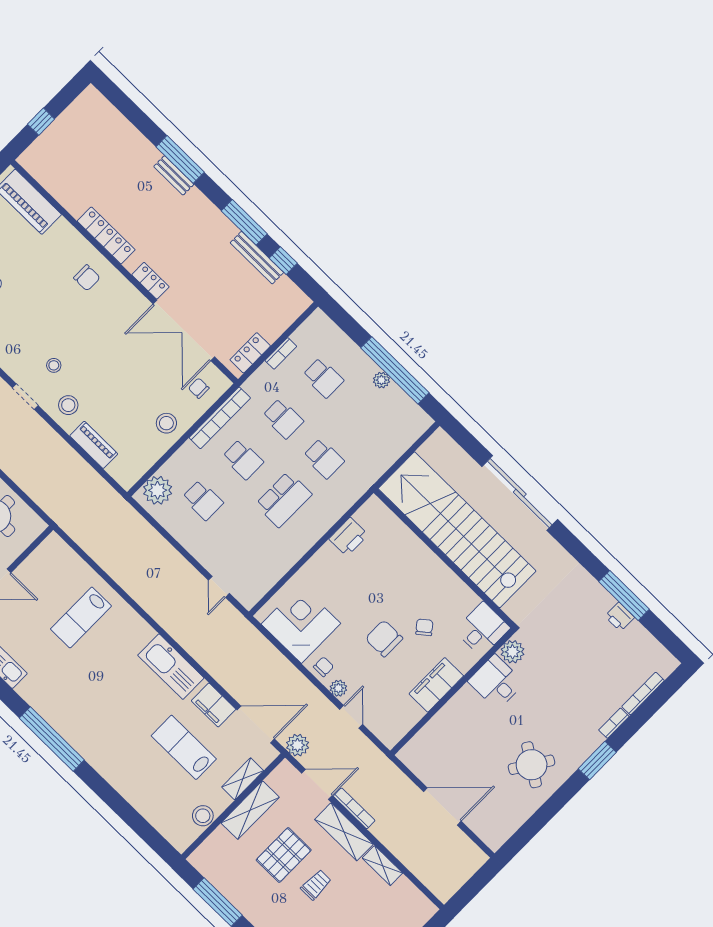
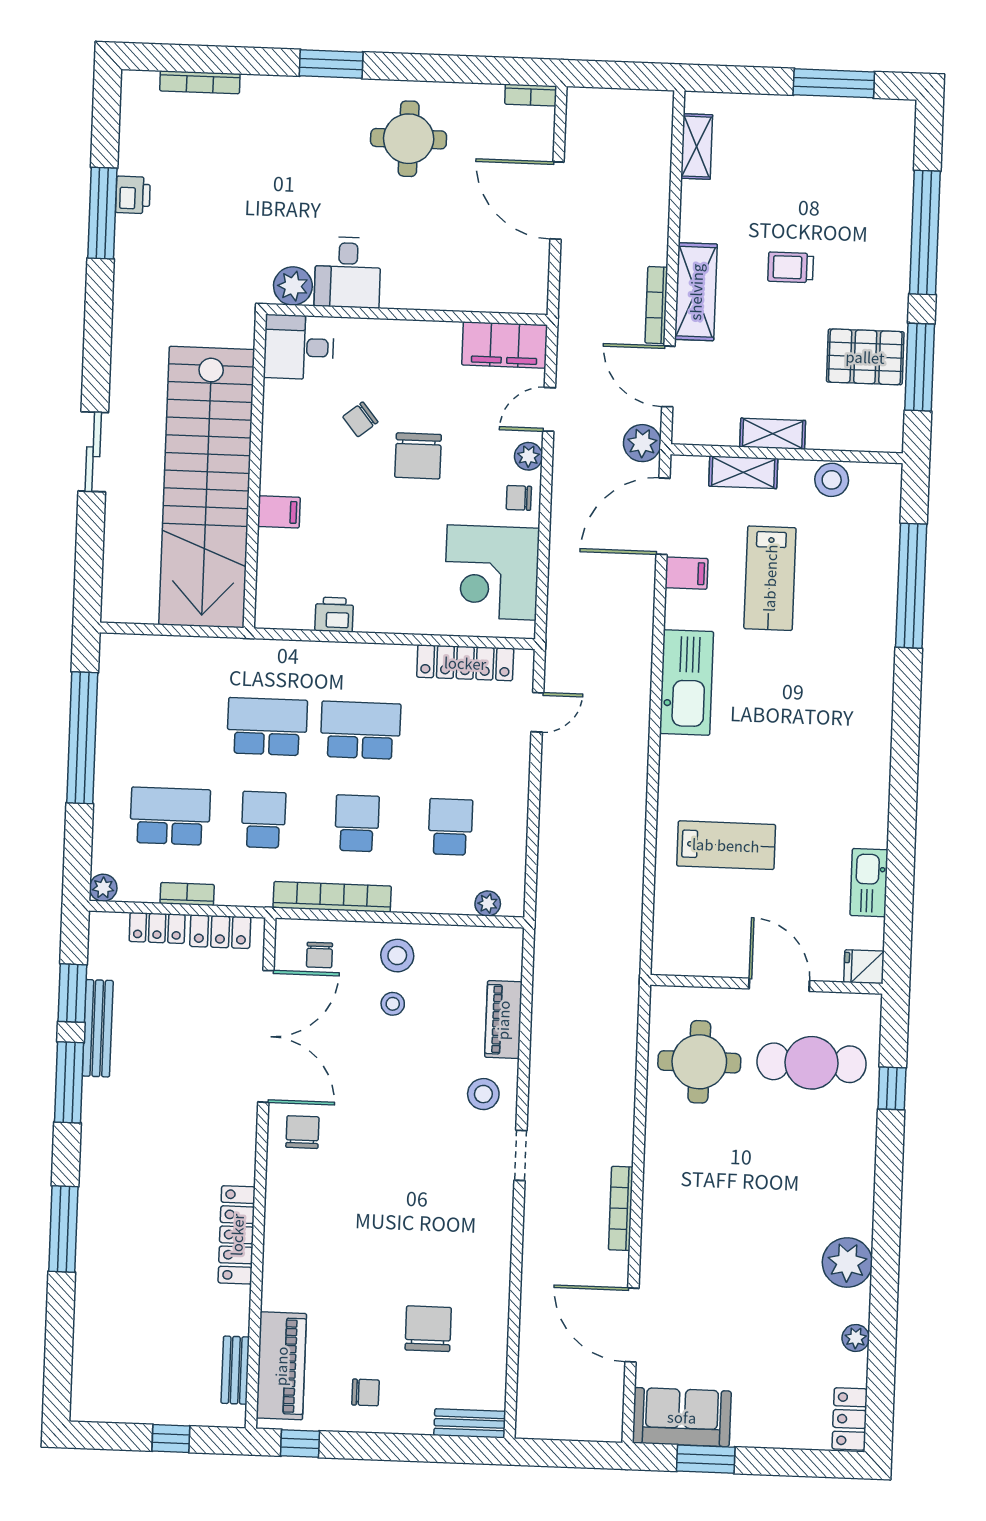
bench: (174, 175) -> (235, 1370), moved
window: (283, 261) -> (72, 993), width x1.50
chair: (87, 278) -> (302, 1132), moved
locker: (150, 281) -> (157, 928), moved, turned -90
stool: (54, 365) -> (393, 1004), moved
school desk: (323, 378) -> (170, 816), width x1.85
plant: (381, 380) -> (103, 888), moved
school desk: (324, 459) -> (267, 727), width x1.85
plant: (158, 490) -> (488, 904), width x0.53, depth x0.53
sliding door: (520, 493) -> (93, 452), width x0.54
printer: (349, 537) -> (334, 615), width x0.73, depth x0.81
filing cabinet: (416, 552) -> (279, 512), added
locker: (271, 575) -> (465, 663), added
filing cabinet: (436, 685) -> (505, 345), moved
filing cabinet: (214, 705) -> (687, 573), width x0.50
bookcase: (614, 723) -> (531, 95), moved
door: (256, 724) -> (663, 516), hinge flipped
window: (52, 739) -> (911, 586), moved
round table: (532, 765) -> (409, 139), turned -33
shelving: (250, 810) -> (773, 434), width x0.67, depth x0.75
pallet: (284, 855) -> (865, 357), moved
shelving: (382, 866) -> (697, 147), moved

